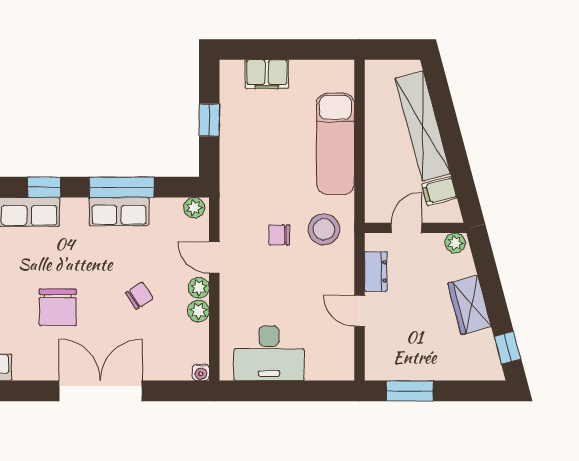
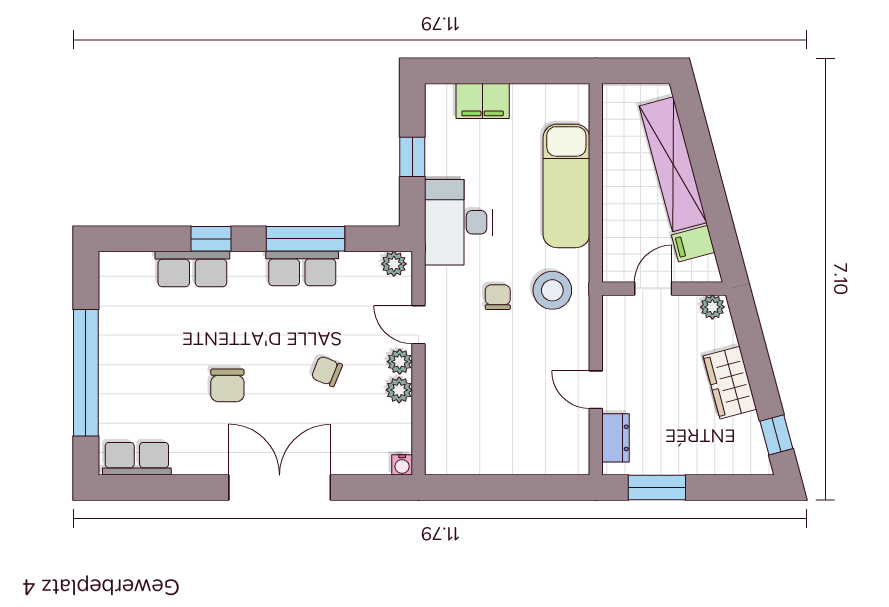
chair: (279, 235) -> (498, 297), turned 90
dresser: (376, 271) -> (616, 438), moved
chair: (139, 296) -> (327, 371), turned -124
chair: (58, 307) -> (227, 385), width x0.73, depth x0.73
desk: (269, 353) -> (458, 222), moved, turned 90

